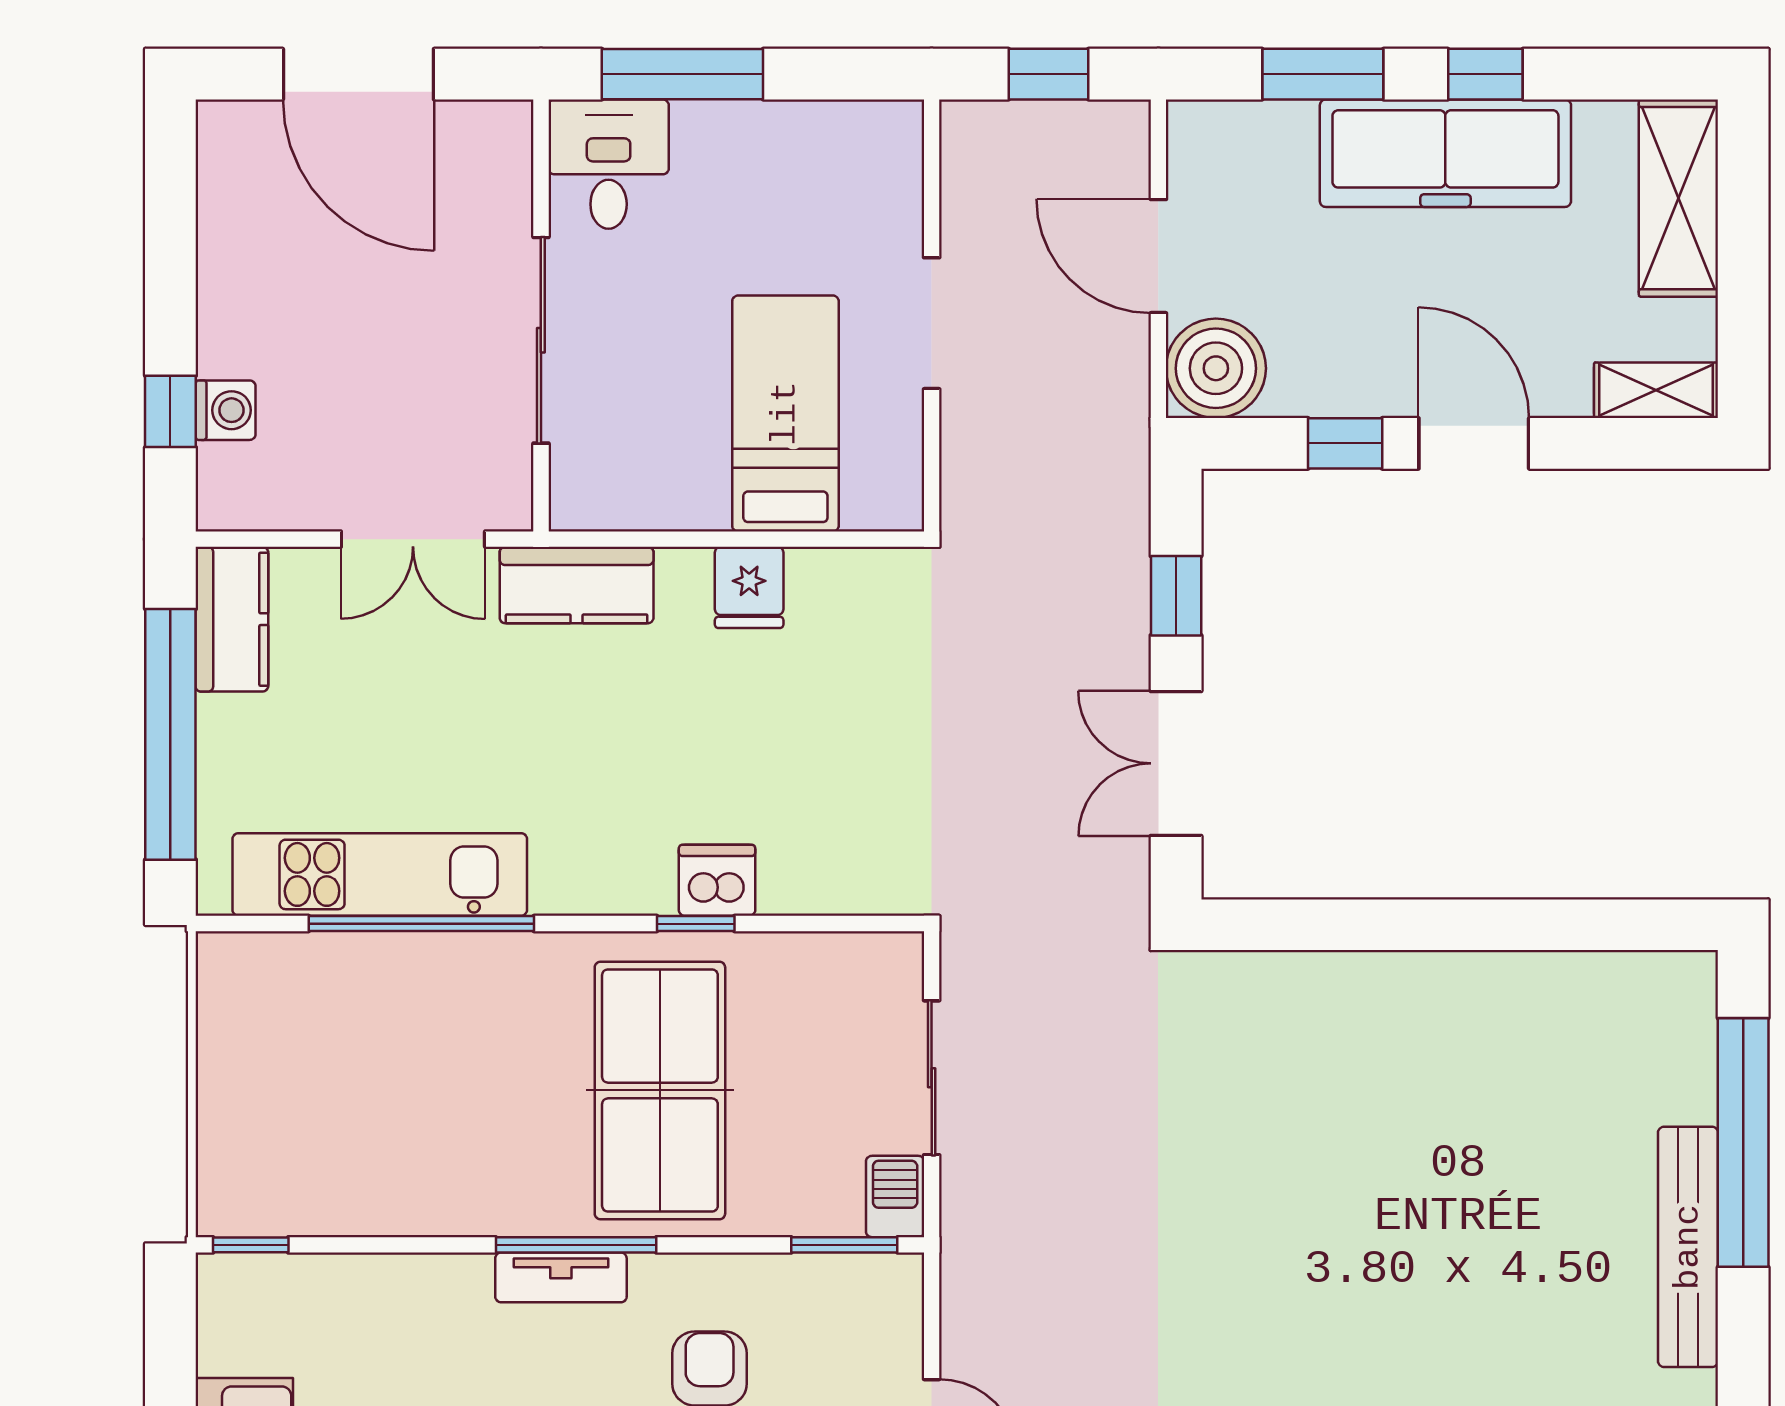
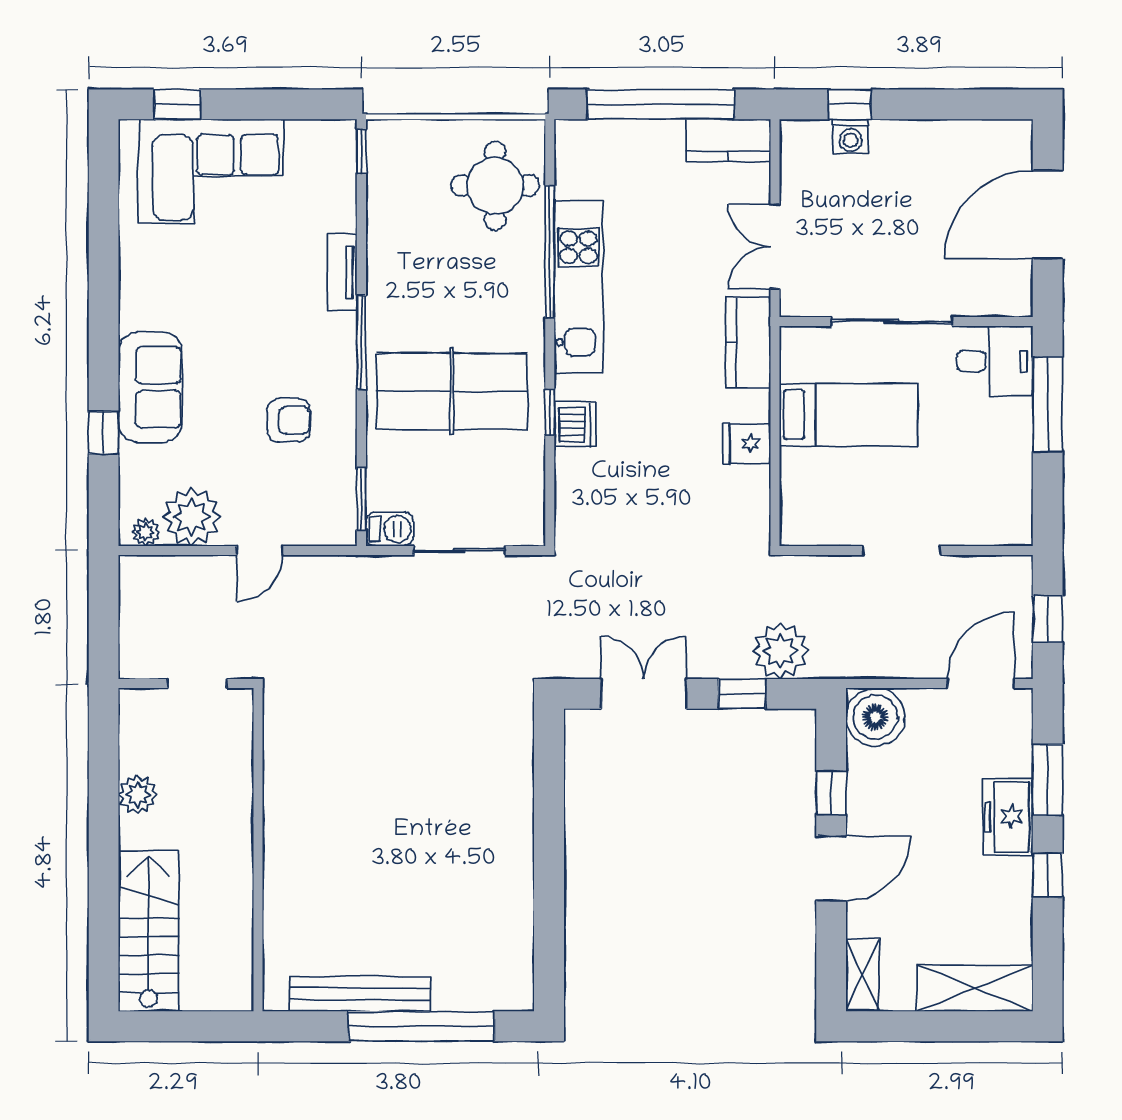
freezer: (1445, 153) -> (1008, 817), width x0.52, depth x0.79
door: (1158, 256) -> (981, 683), moved
bed: (785, 413) -> (849, 415), moved
plant: (1103, 530) -> (780, 651), added
kitchen unit: (380, 874) -> (578, 287), moved
round table: (309, 1017) -> (495, 186), added
tv unit: (561, 1277) -> (342, 272), moved

